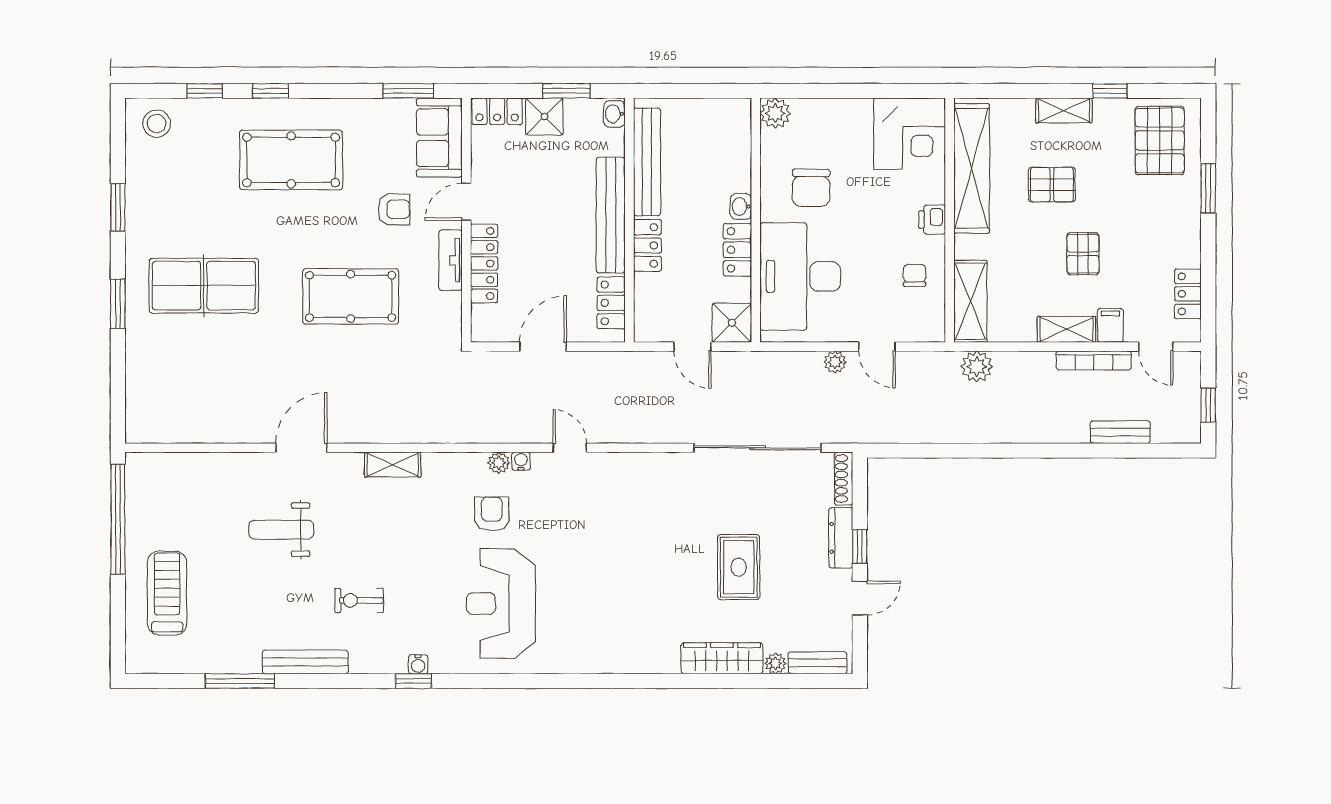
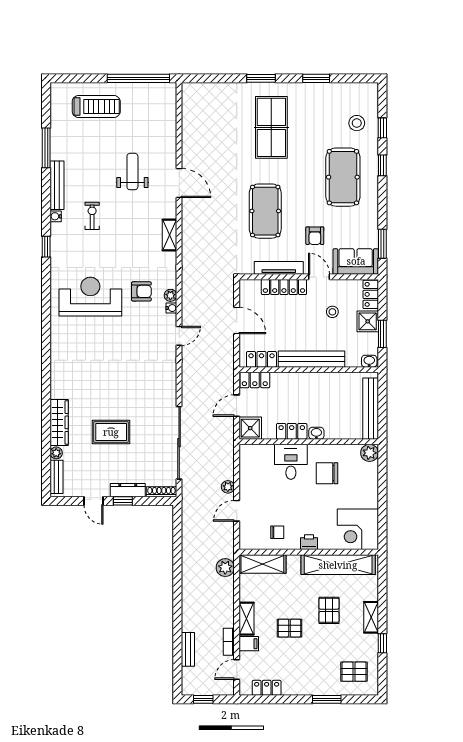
stool: (157, 124) -> (357, 123), moved
pallet: (1160, 140) -> (354, 672), width x0.67, depth x0.71
bench: (647, 162) -> (371, 409), moved, turned 90
stool: (528, 178) -> (332, 312), added
locker: (647, 245) -> (255, 380), moved
tv unit: (451, 260) -> (279, 268), width x1.41
desk: (800, 276) -> (291, 462), width x0.53, depth x0.77
bookcase: (1094, 360) -> (229, 642), width x0.64
water cooler: (418, 664) -> (56, 216), moved

